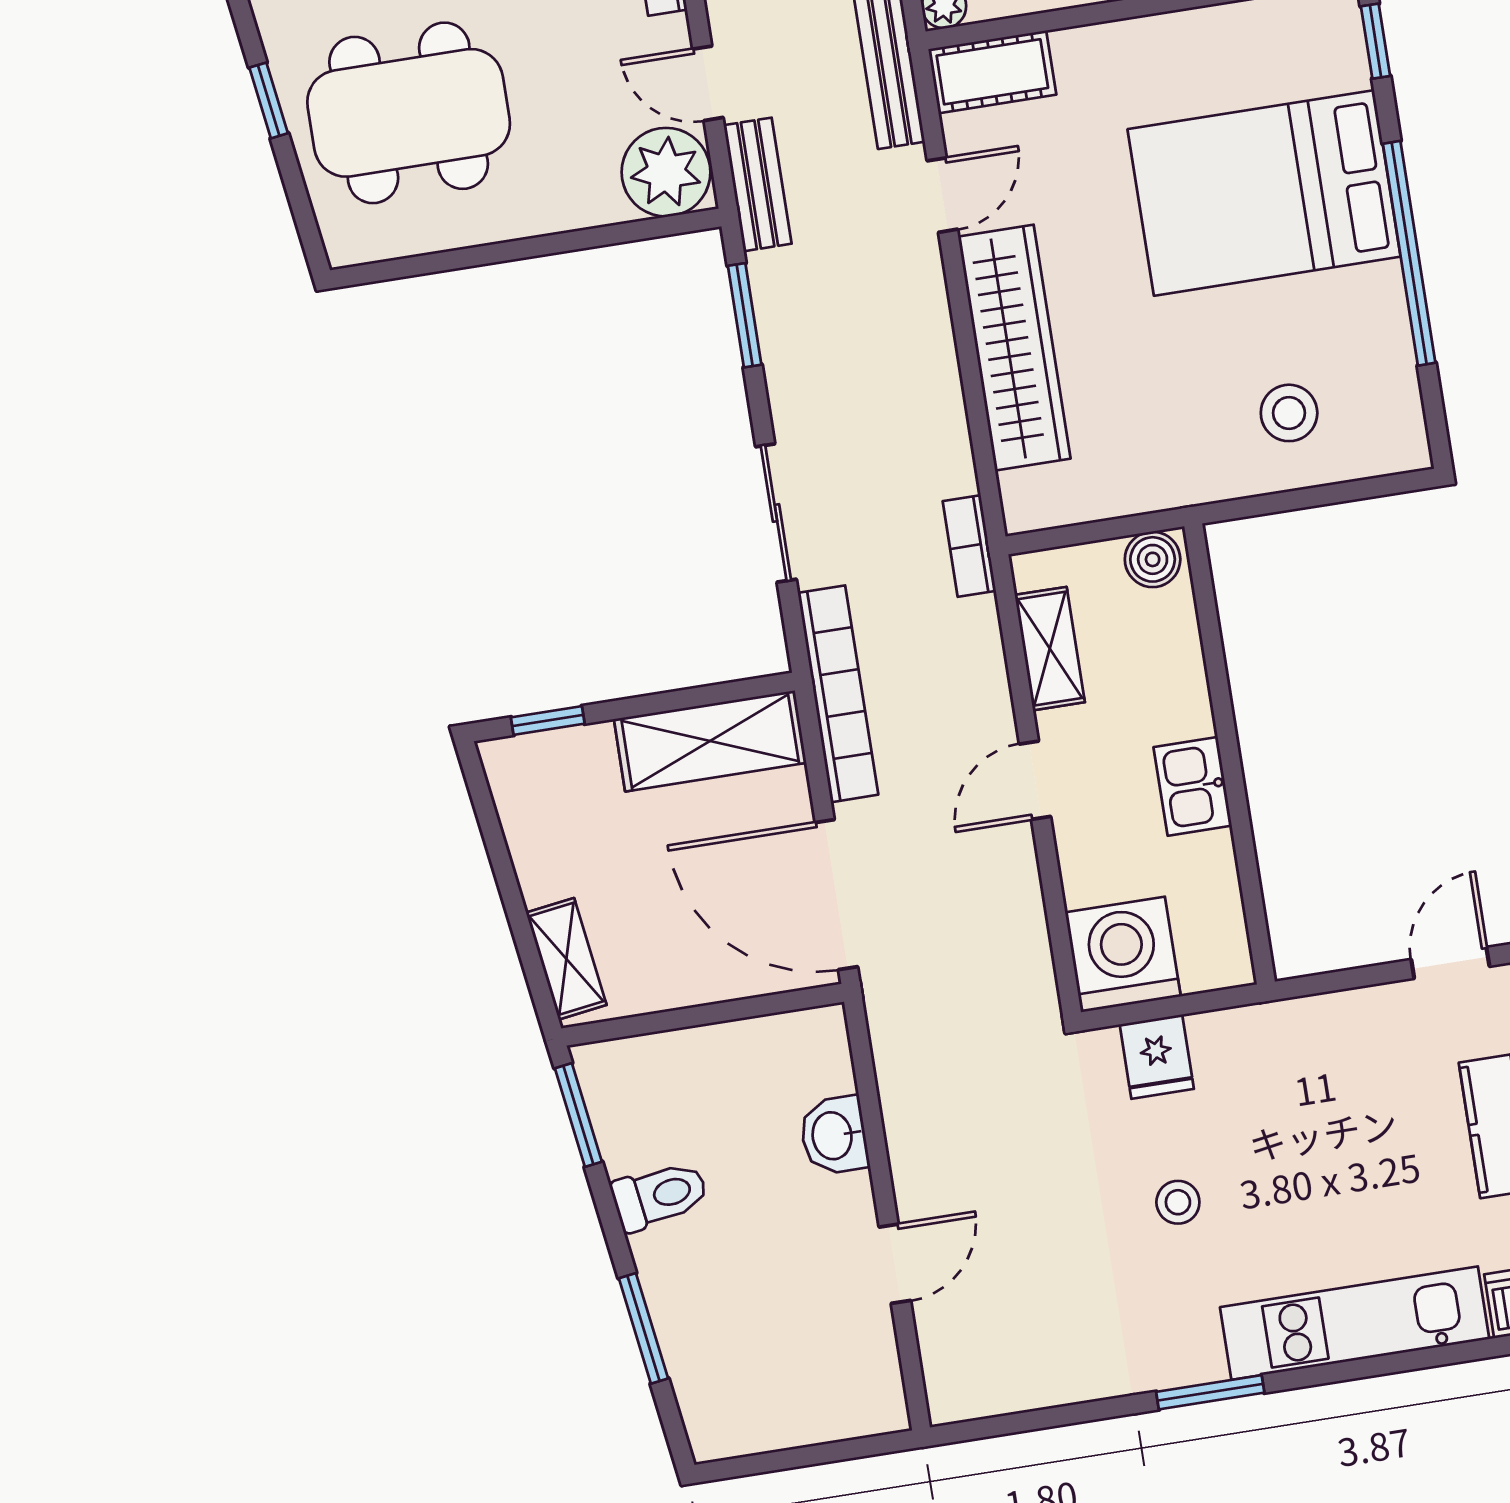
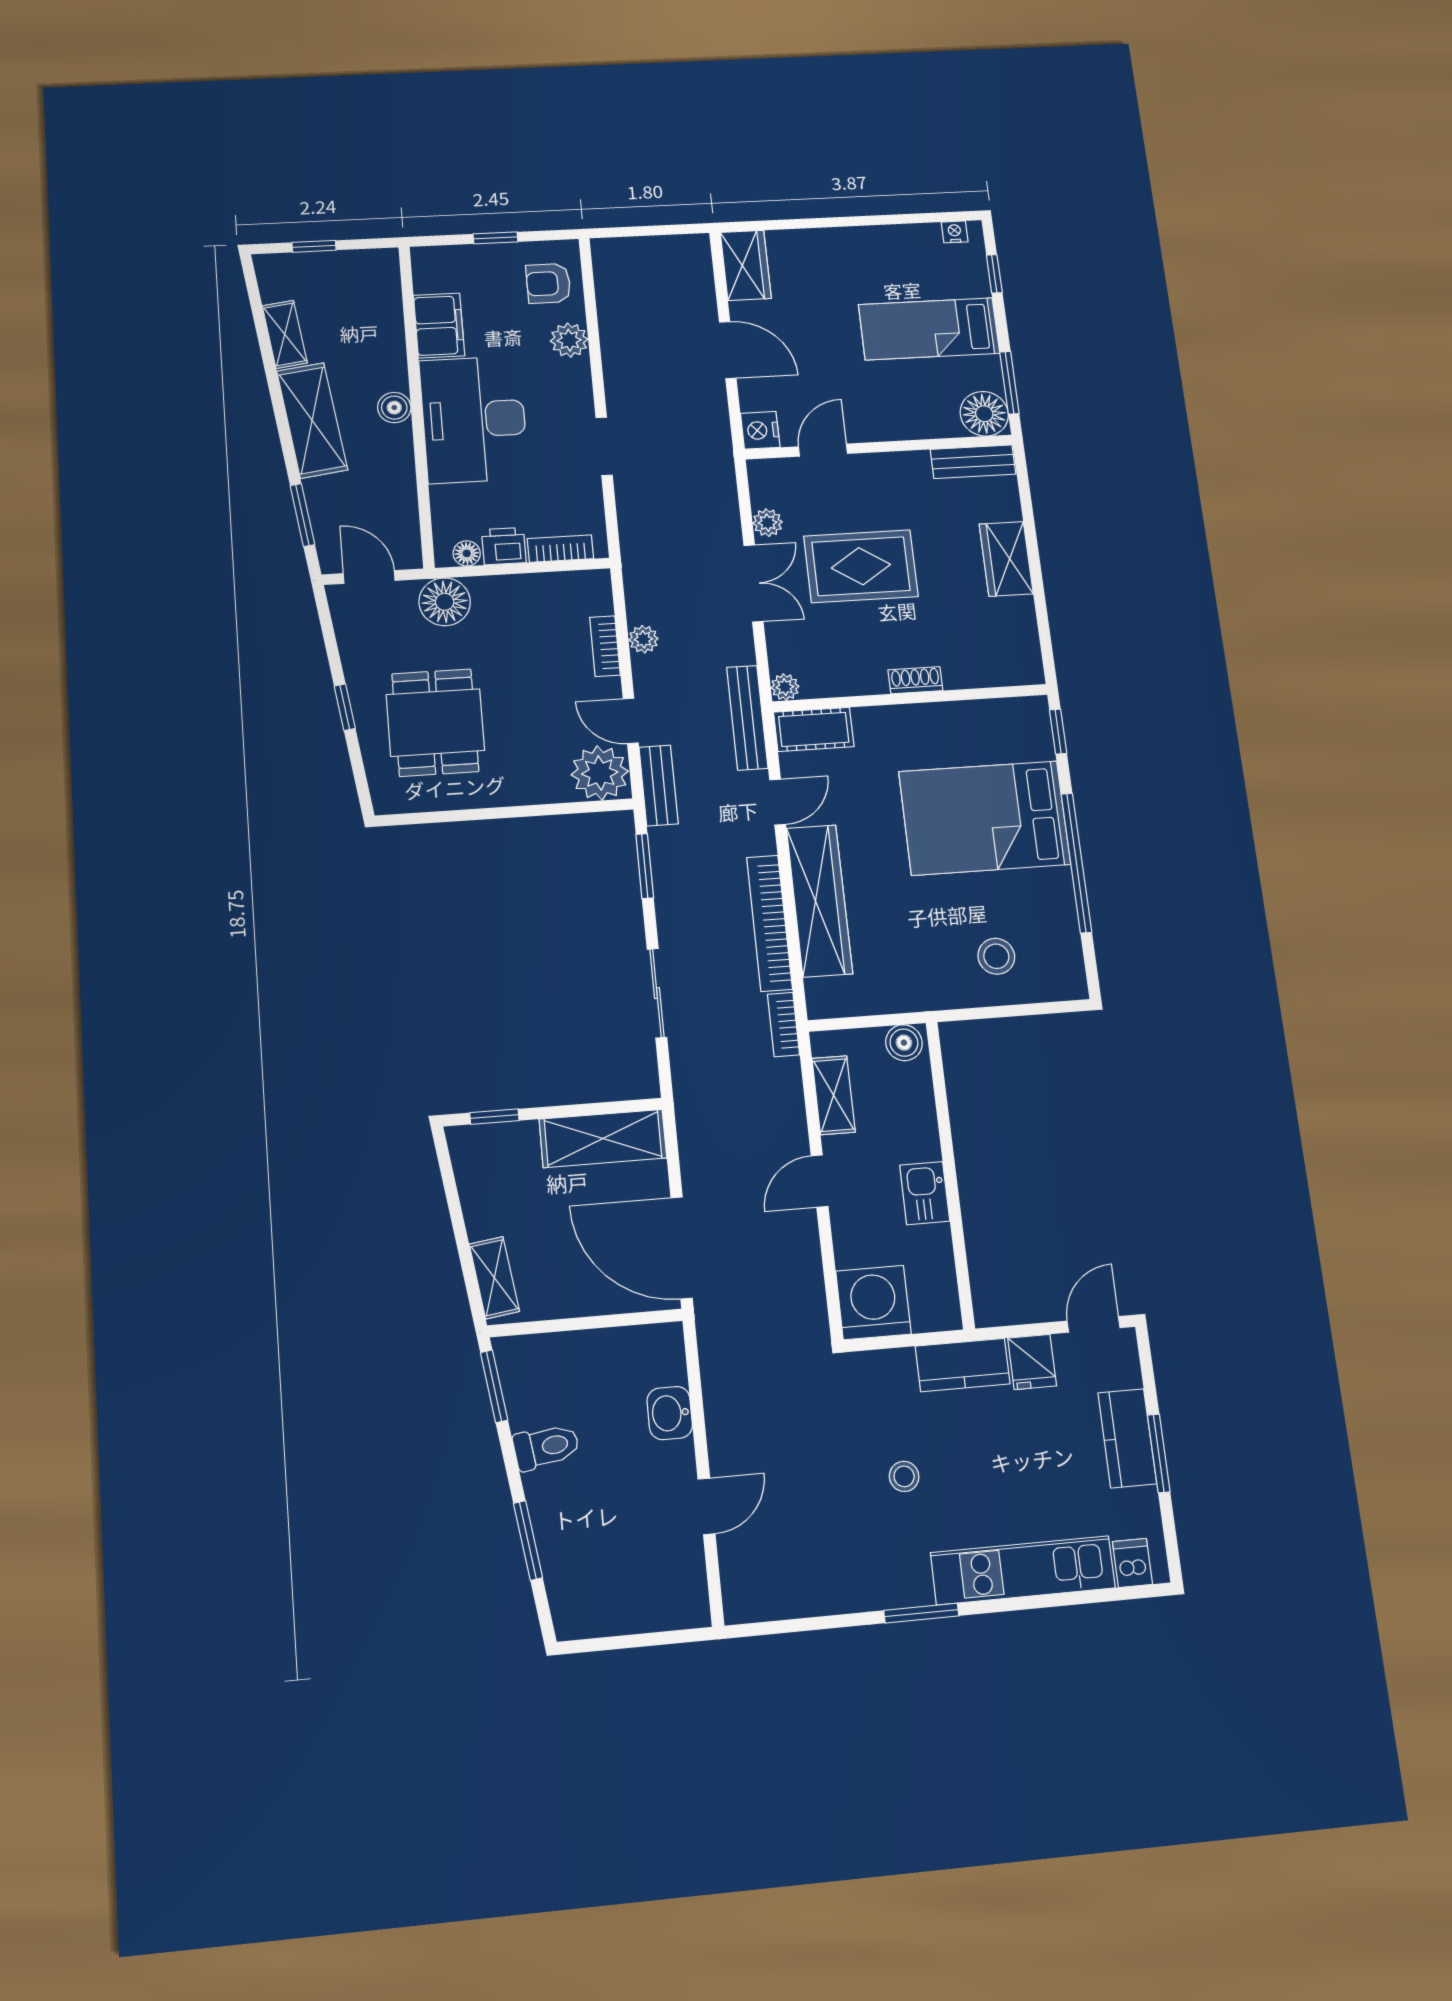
dining table: (409, 113) -> (435, 723), width x0.73
bookcase: (838, 694) -> (769, 923), moved, turned 180
kitchen counter: (1258, 1036) -> (963, 1365), added
fridge: (1157, 1057) -> (1032, 1362), moved

